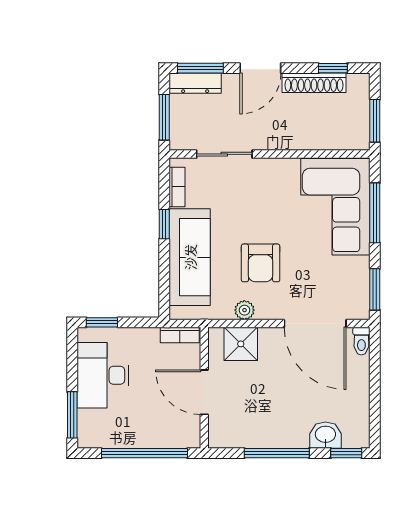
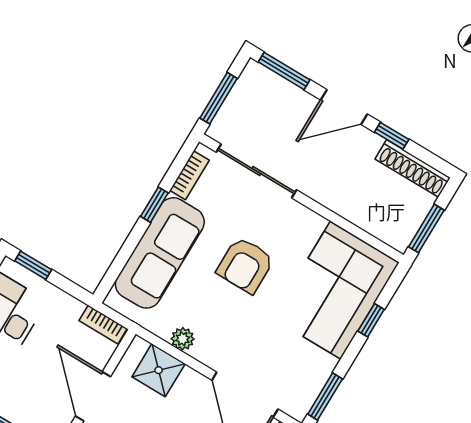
window: (333, 68) -> (392, 136), moved
dresser: (195, 83) -> (270, 83), removed
shoe rack: (314, 83) -> (413, 168), moved
sliding door: (224, 154) -> (256, 171), width x1.37
window: (375, 213) -> (371, 320), width x0.46
armchair: (261, 263) -> (245, 265), moved

